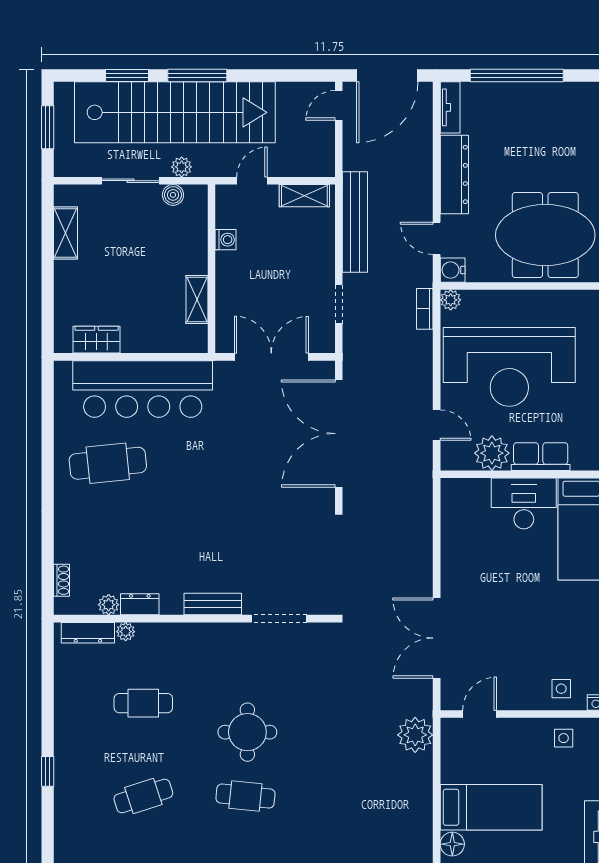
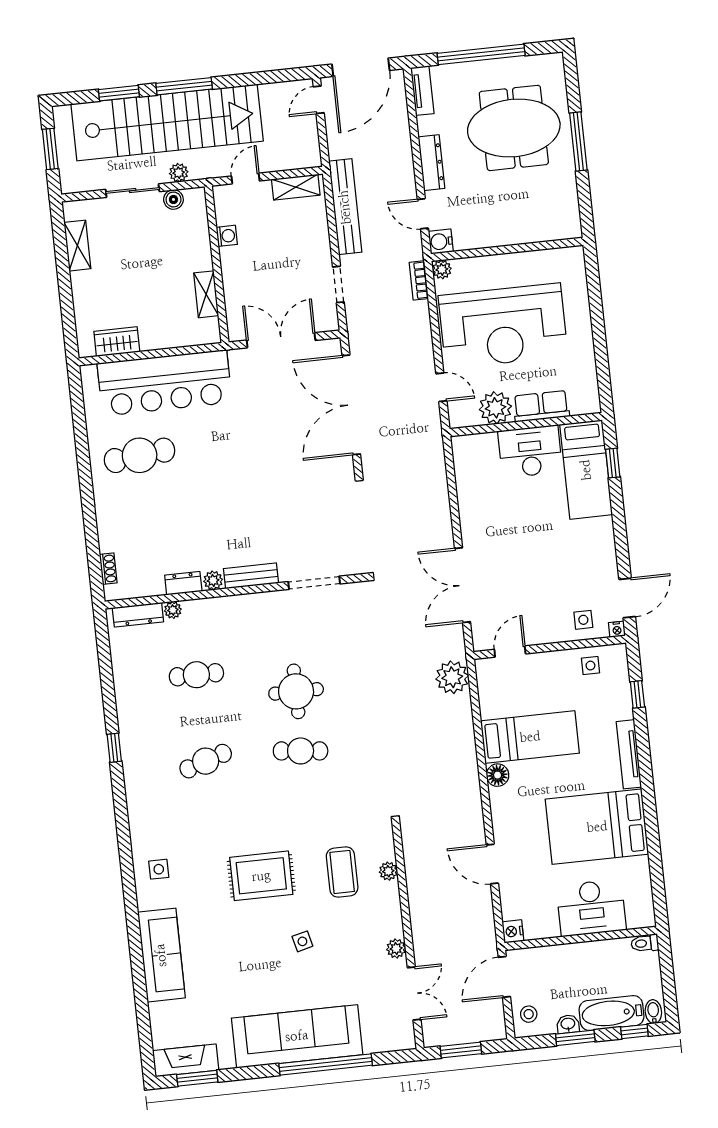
dresser: (454, 174) -> (431, 163), width x0.73, depth x0.80
meeting table: (545, 235) -> (514, 128), moved
plant: (109, 605) -> (213, 580), moved

